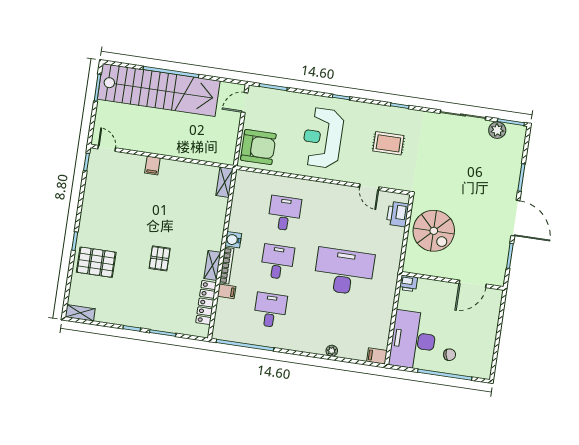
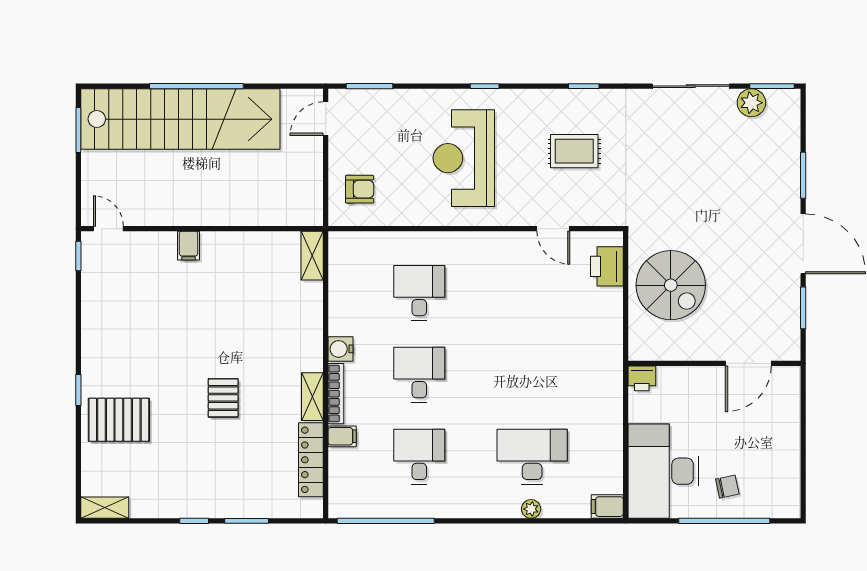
armchair: (258, 147) -> (360, 189), width x0.53, depth x0.53
desk: (344, 272) -> (532, 457), moved, width x0.73, depth x0.77

